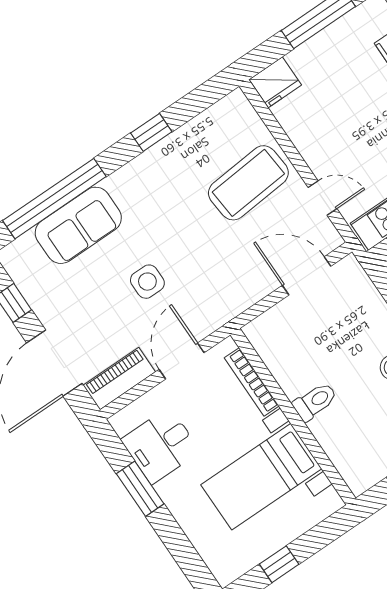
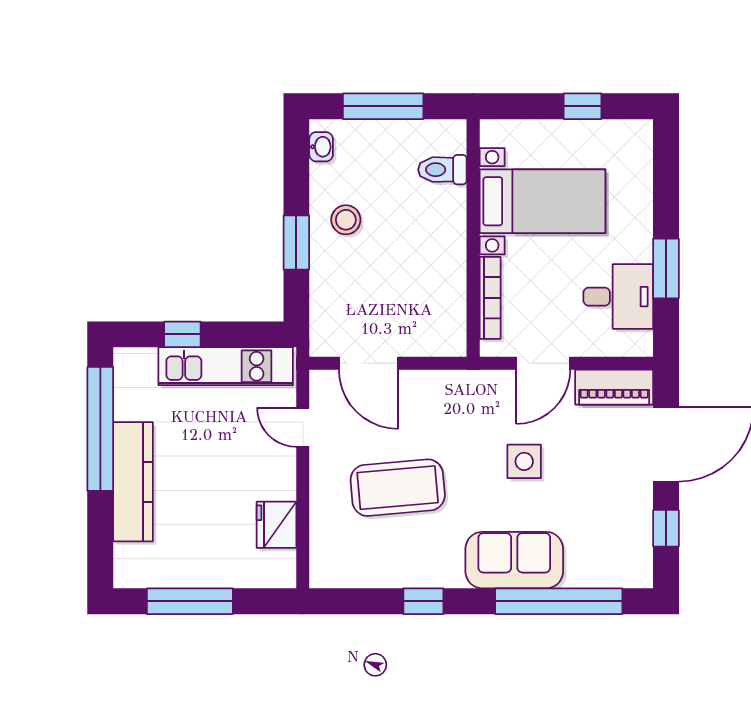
fridge: (275, 82) -> (276, 525), moved, turned -90
coffee table: (248, 183) -> (398, 488), moved
sofa: (78, 225) -> (514, 560), moved
toilet: (315, 401) -> (442, 170), moved

